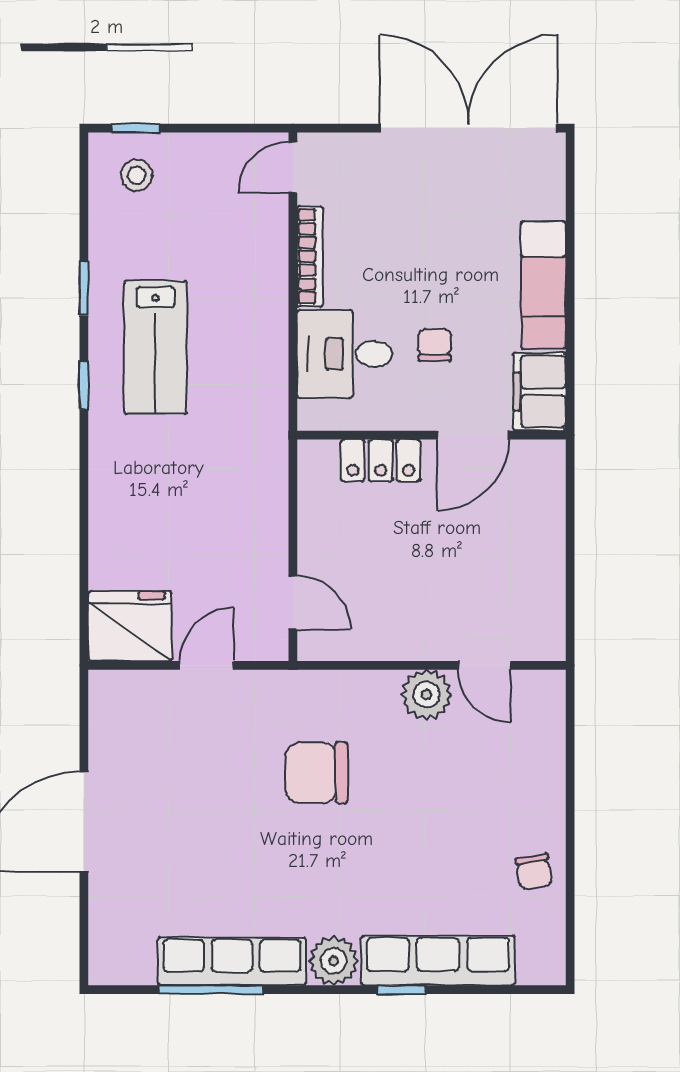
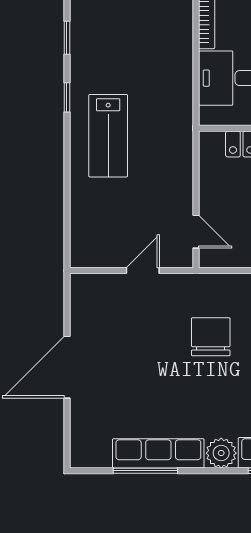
lab bench: (155, 347) -> (108, 136), moved
fridge: (130, 626) -> (95, 246), removed
chair: (317, 773) -> (211, 337), turned 90

